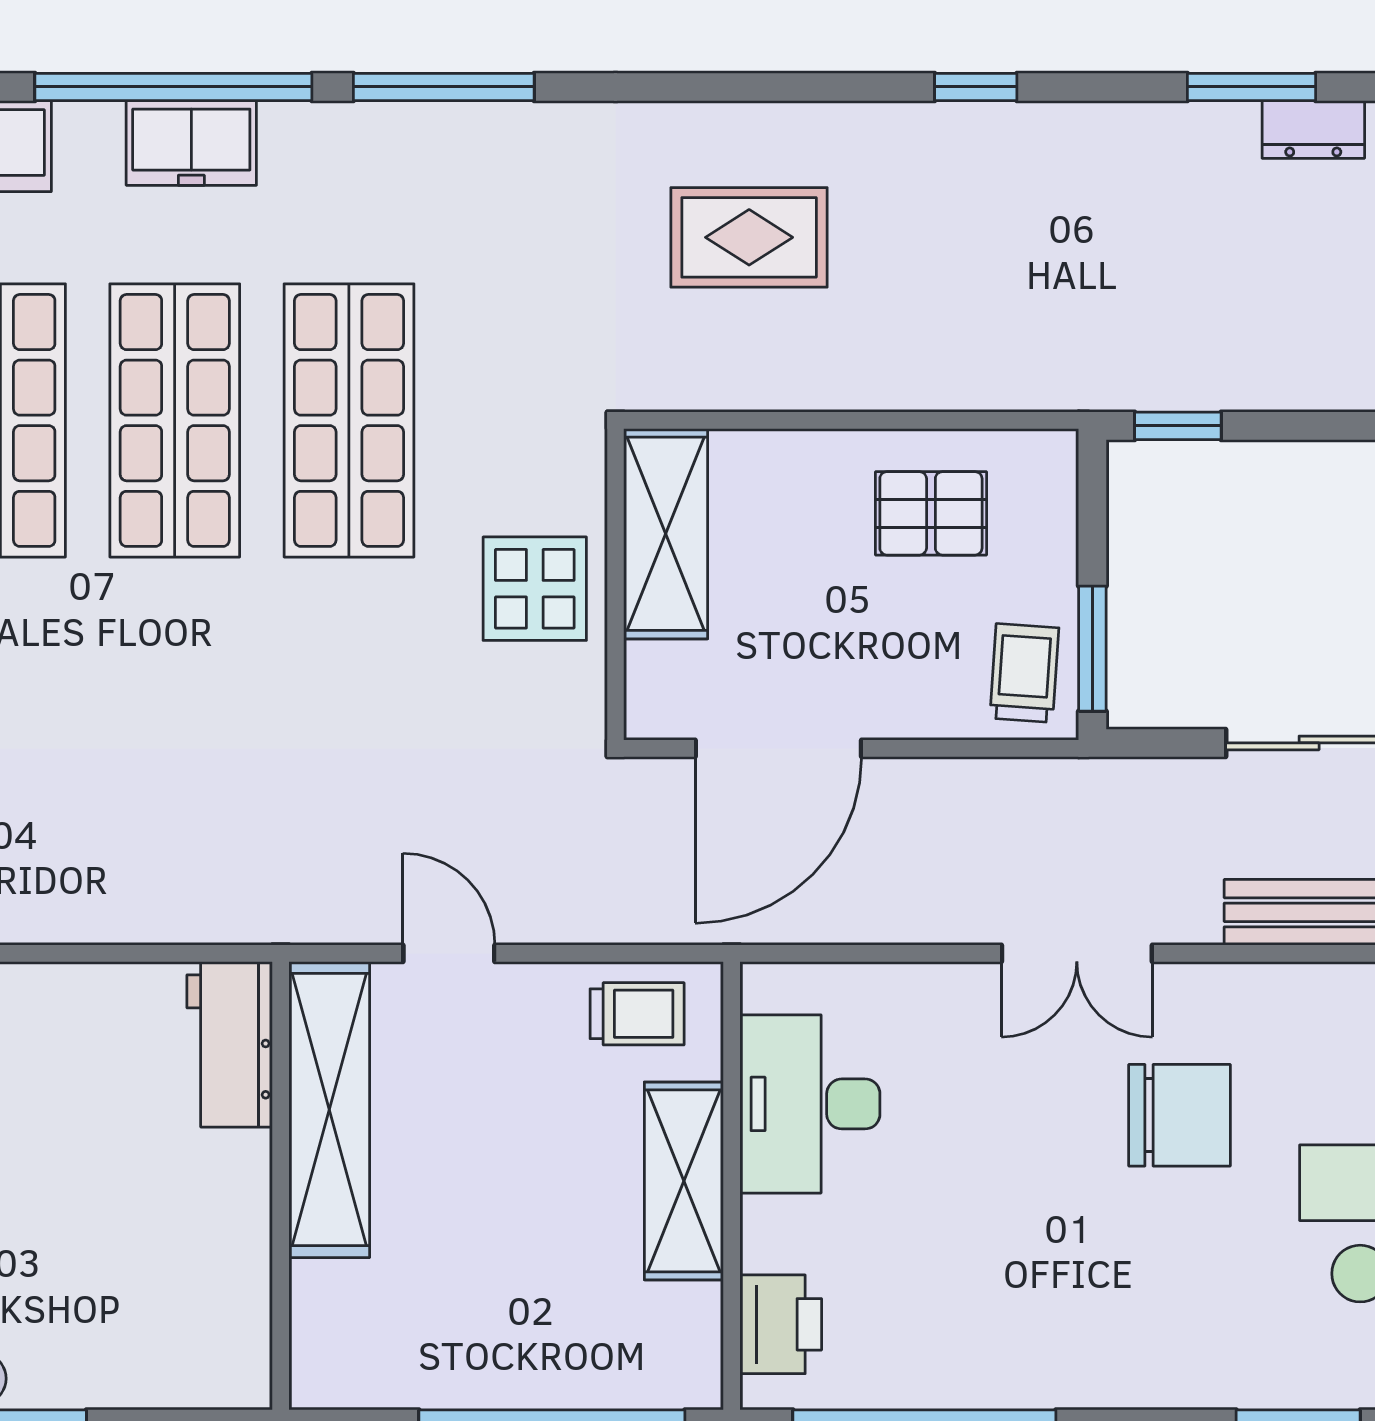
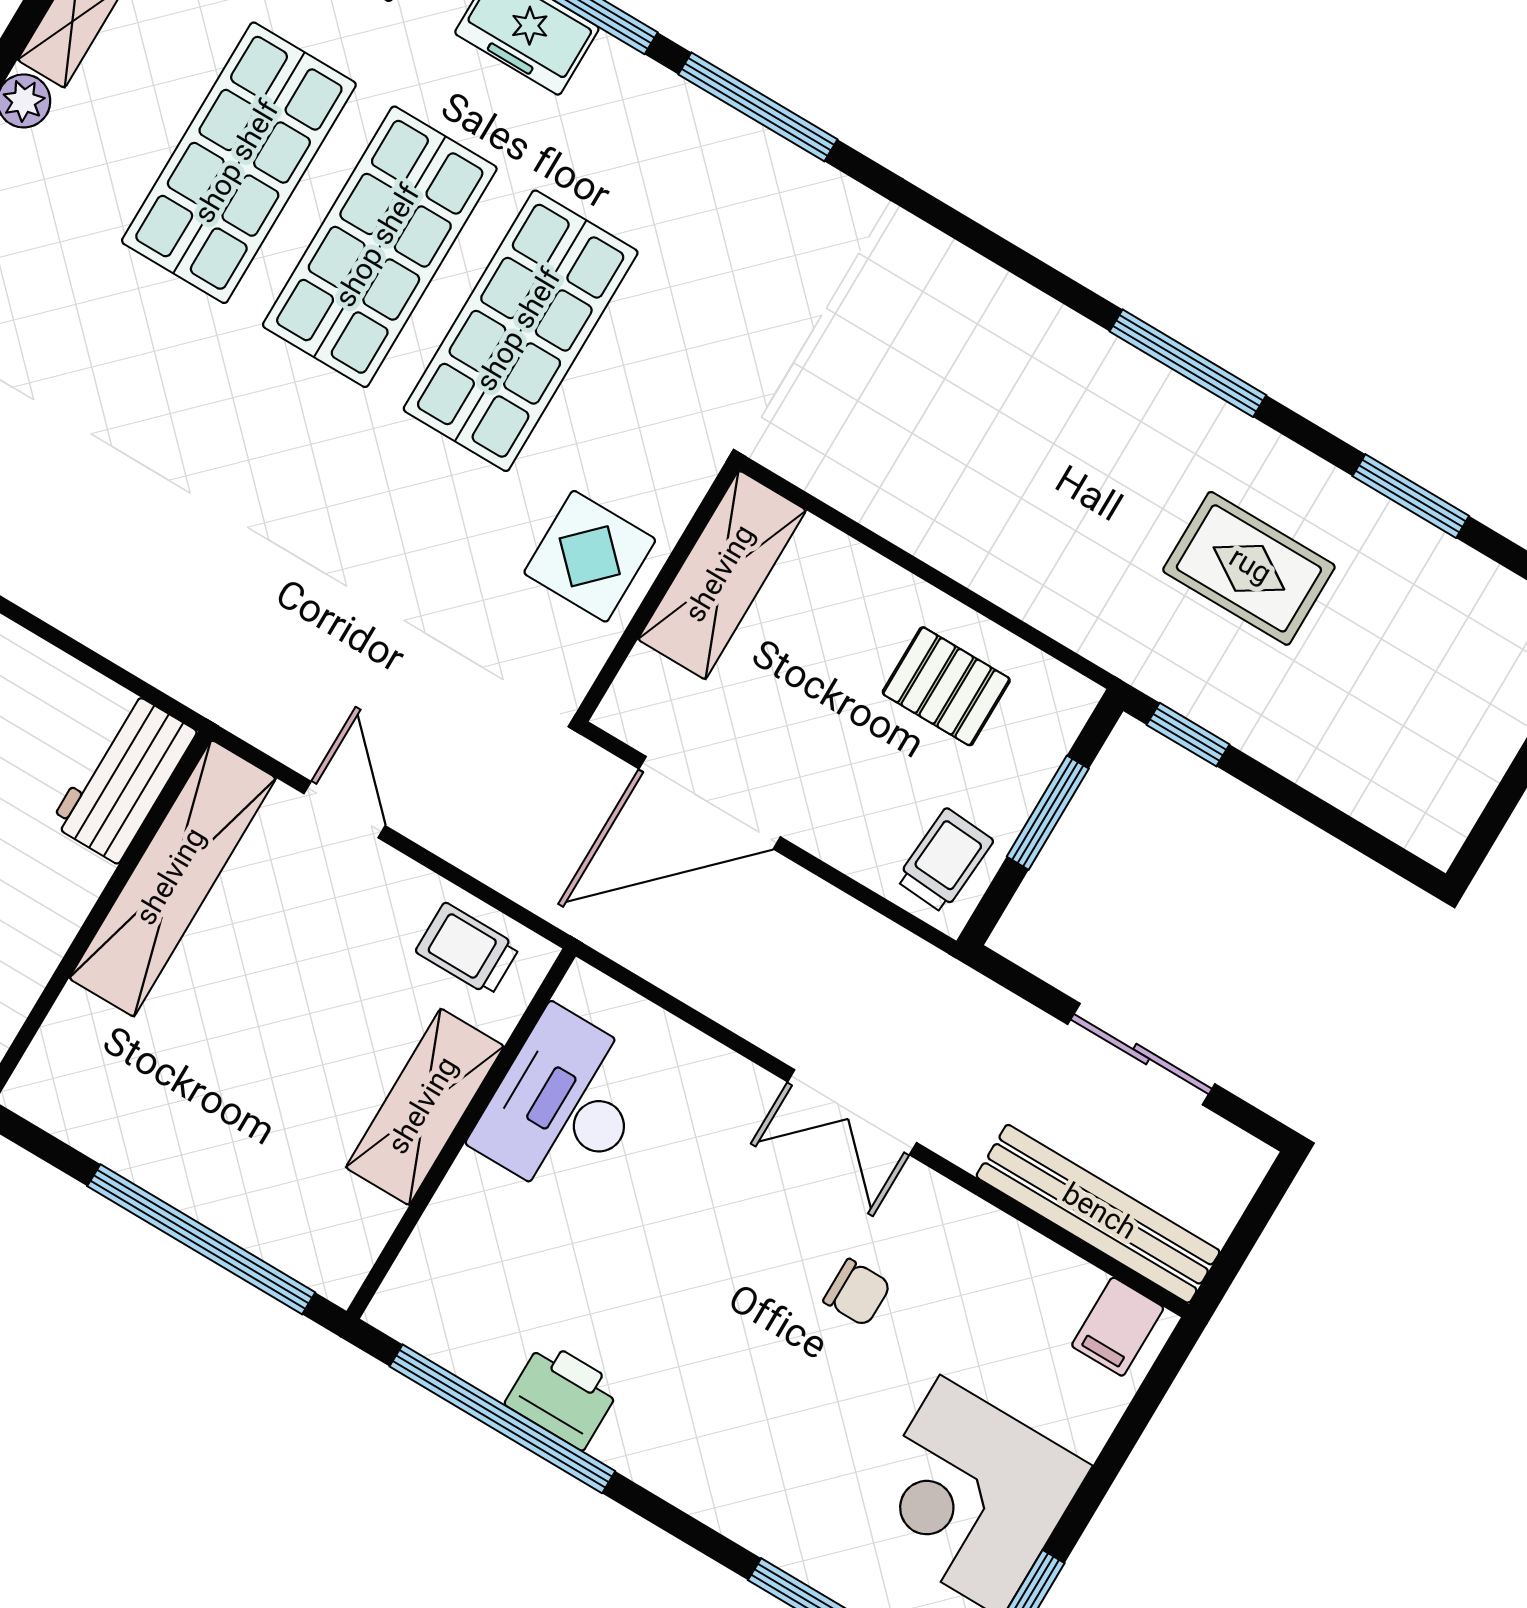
window: (976, 87) -> (1188, 363), width x2.17
dresser: (1313, 129) -> (1440, 560), removed
rug: (749, 237) -> (1249, 568), moved
window: (1092, 649) -> (1048, 813), moved
trolley: (637, 1014) -> (468, 949), turned 180
chair: (1180, 1115) -> (857, 1293), width x0.54, depth x0.54
printer: (781, 1324) -> (563, 1395), moved, turned -90

